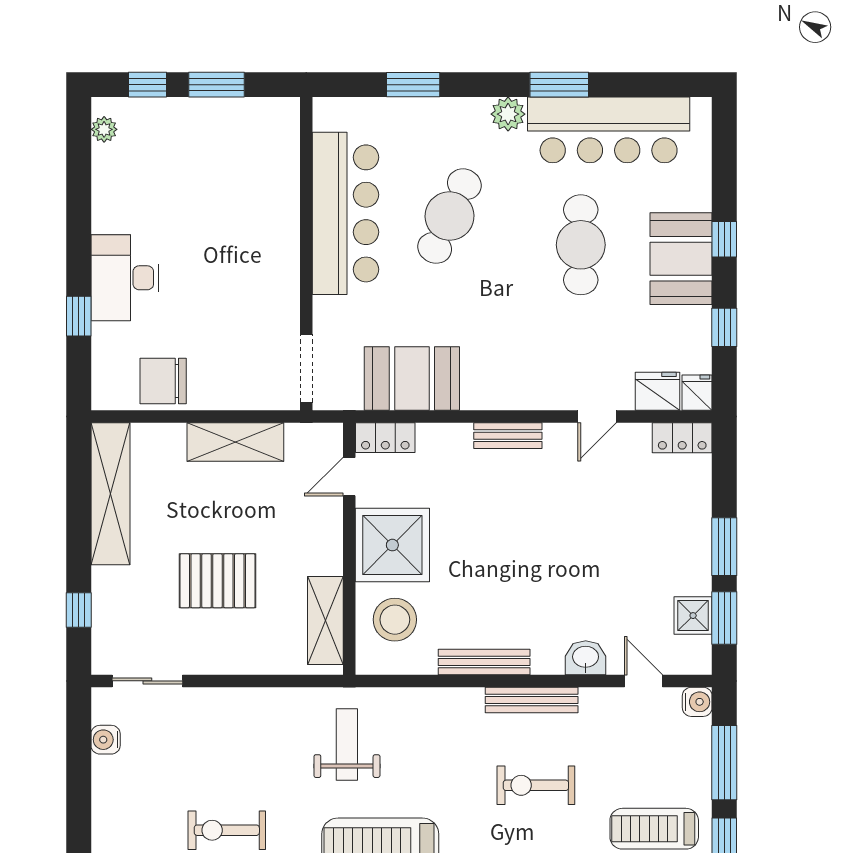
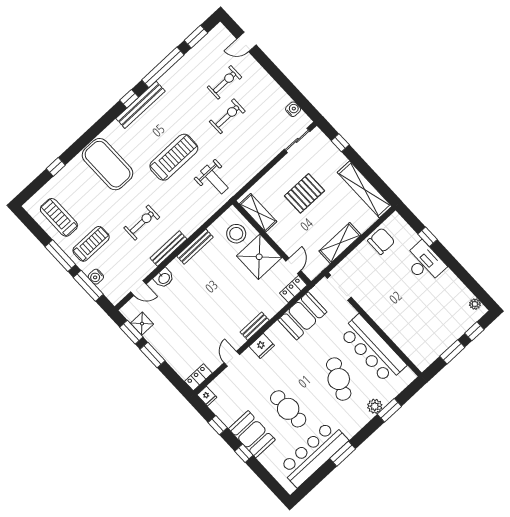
plant: (508, 114) -> (375, 406), moved
fridge: (658, 391) -> (262, 346), moved
water cooler: (697, 702) -> (96, 277), moved

